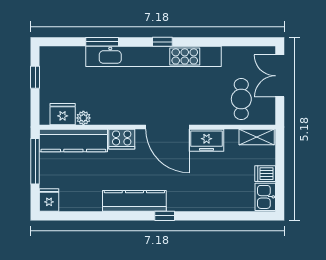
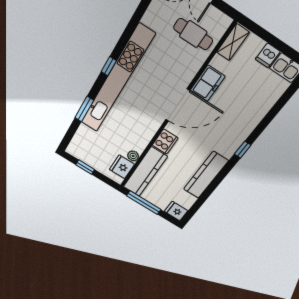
kitchen counter: (134, 201) -> (206, 175), moved

